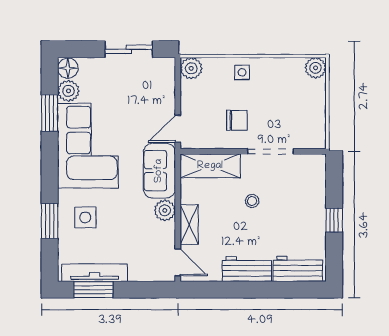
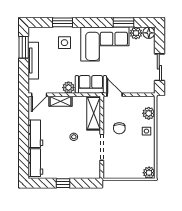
plant: (191, 68) -> (149, 113), moved
tv unit: (95, 273) -> (33, 61), moved

